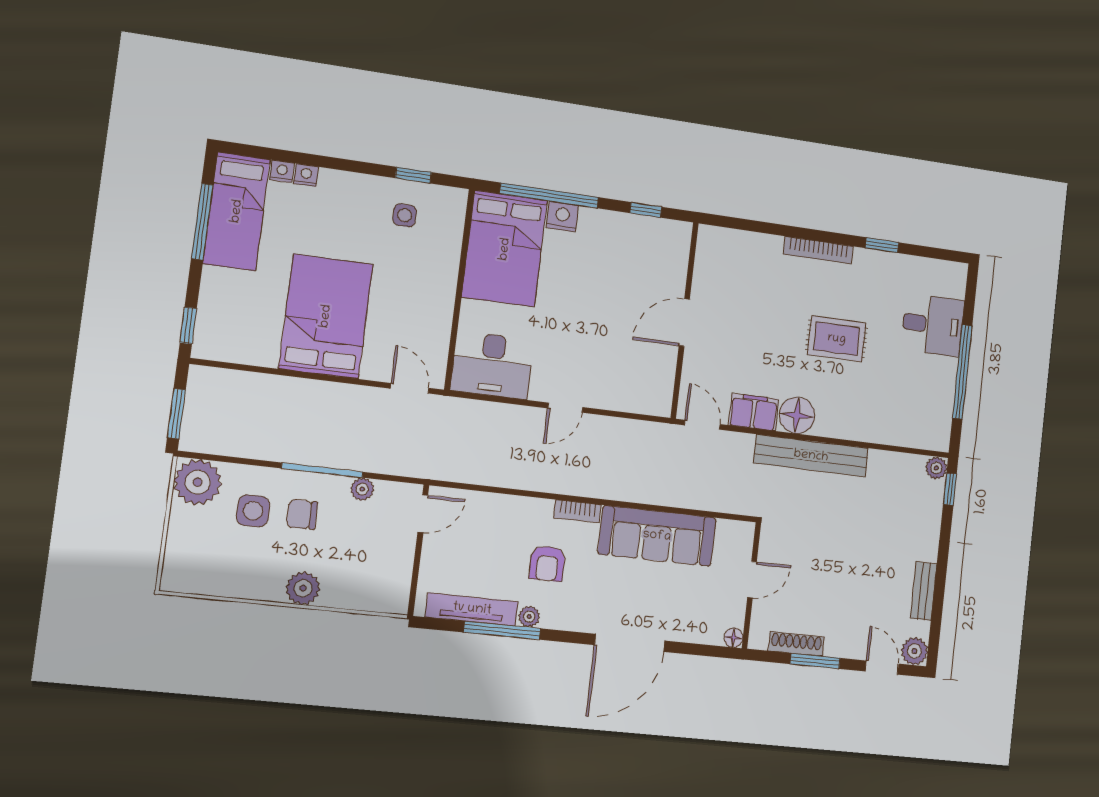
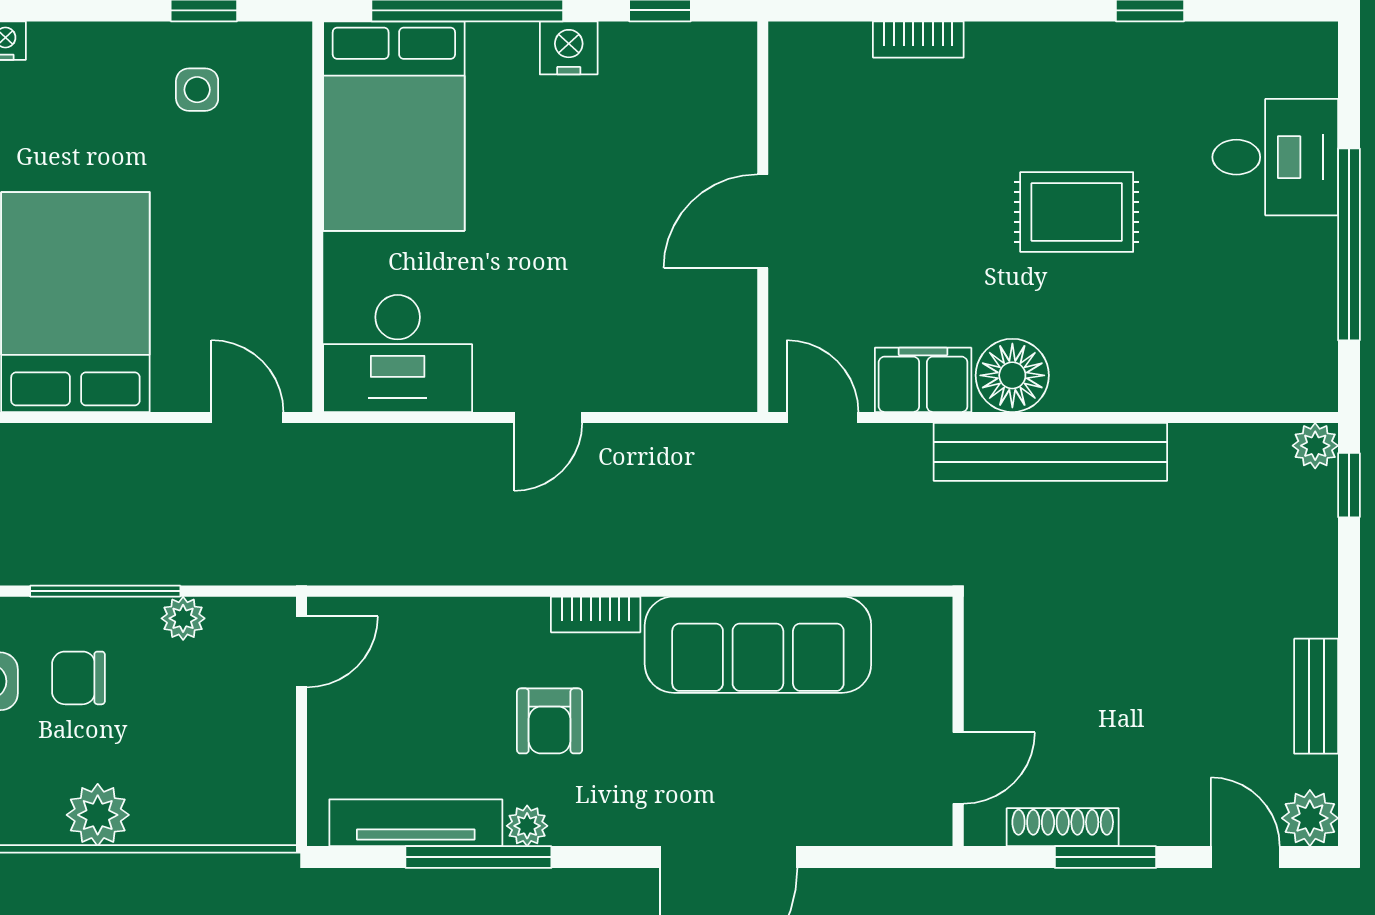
nightstand: (562, 217) -> (569, 48), moved
bookcase: (818, 250) -> (918, 39), moved, width x0.64
door: (752, 580) -> (958, 768), moved
floor lamp: (733, 638) -> (934, 827), removed

